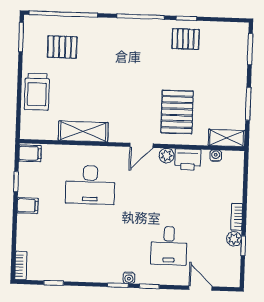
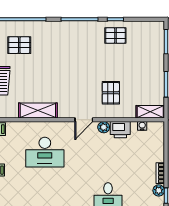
pallet: (177, 112) -> (111, 93), width x0.67, depth x0.71

